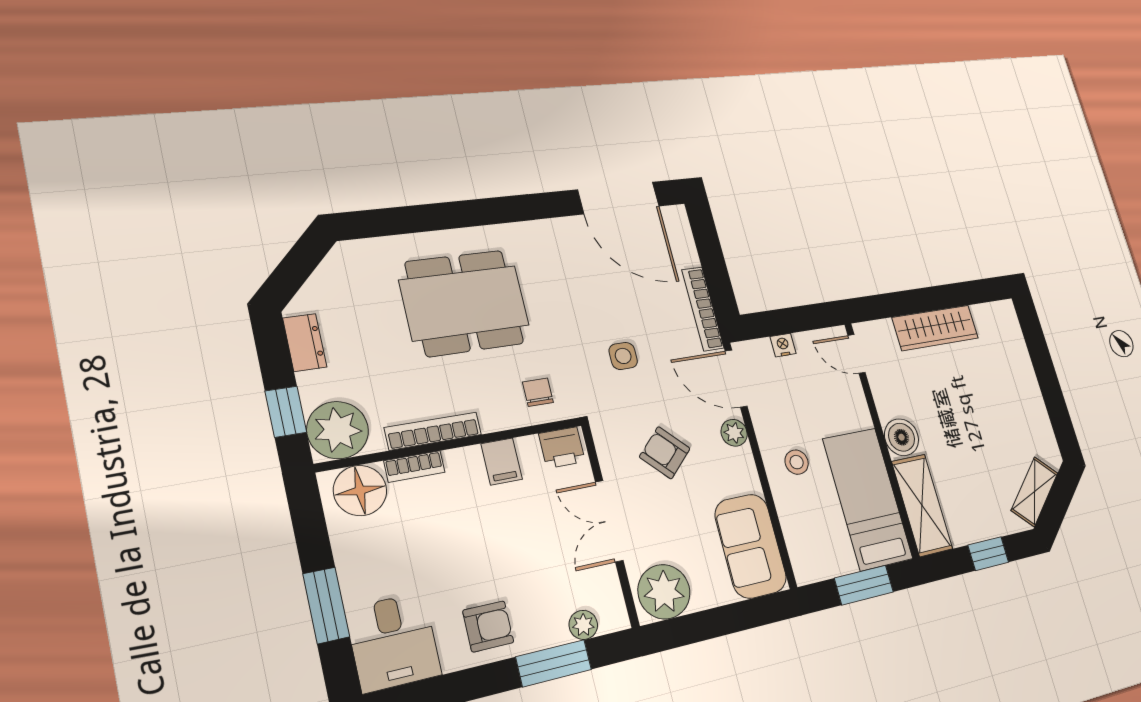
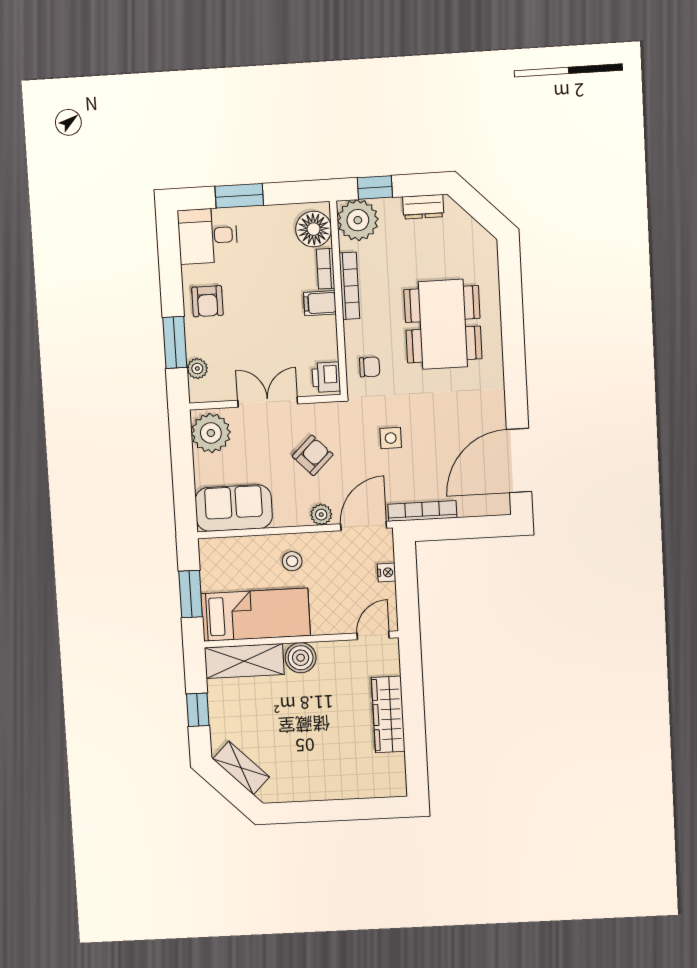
filing cabinet: (502, 462) -> (320, 303), moved

